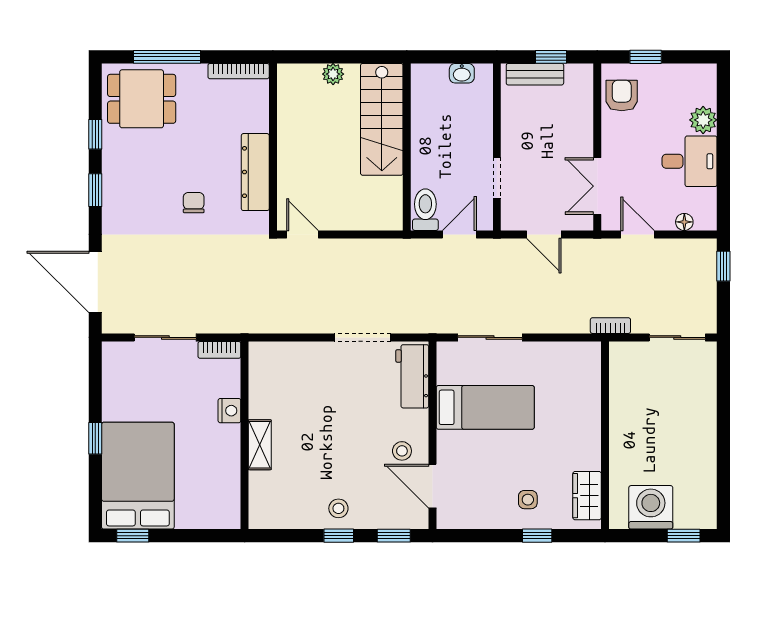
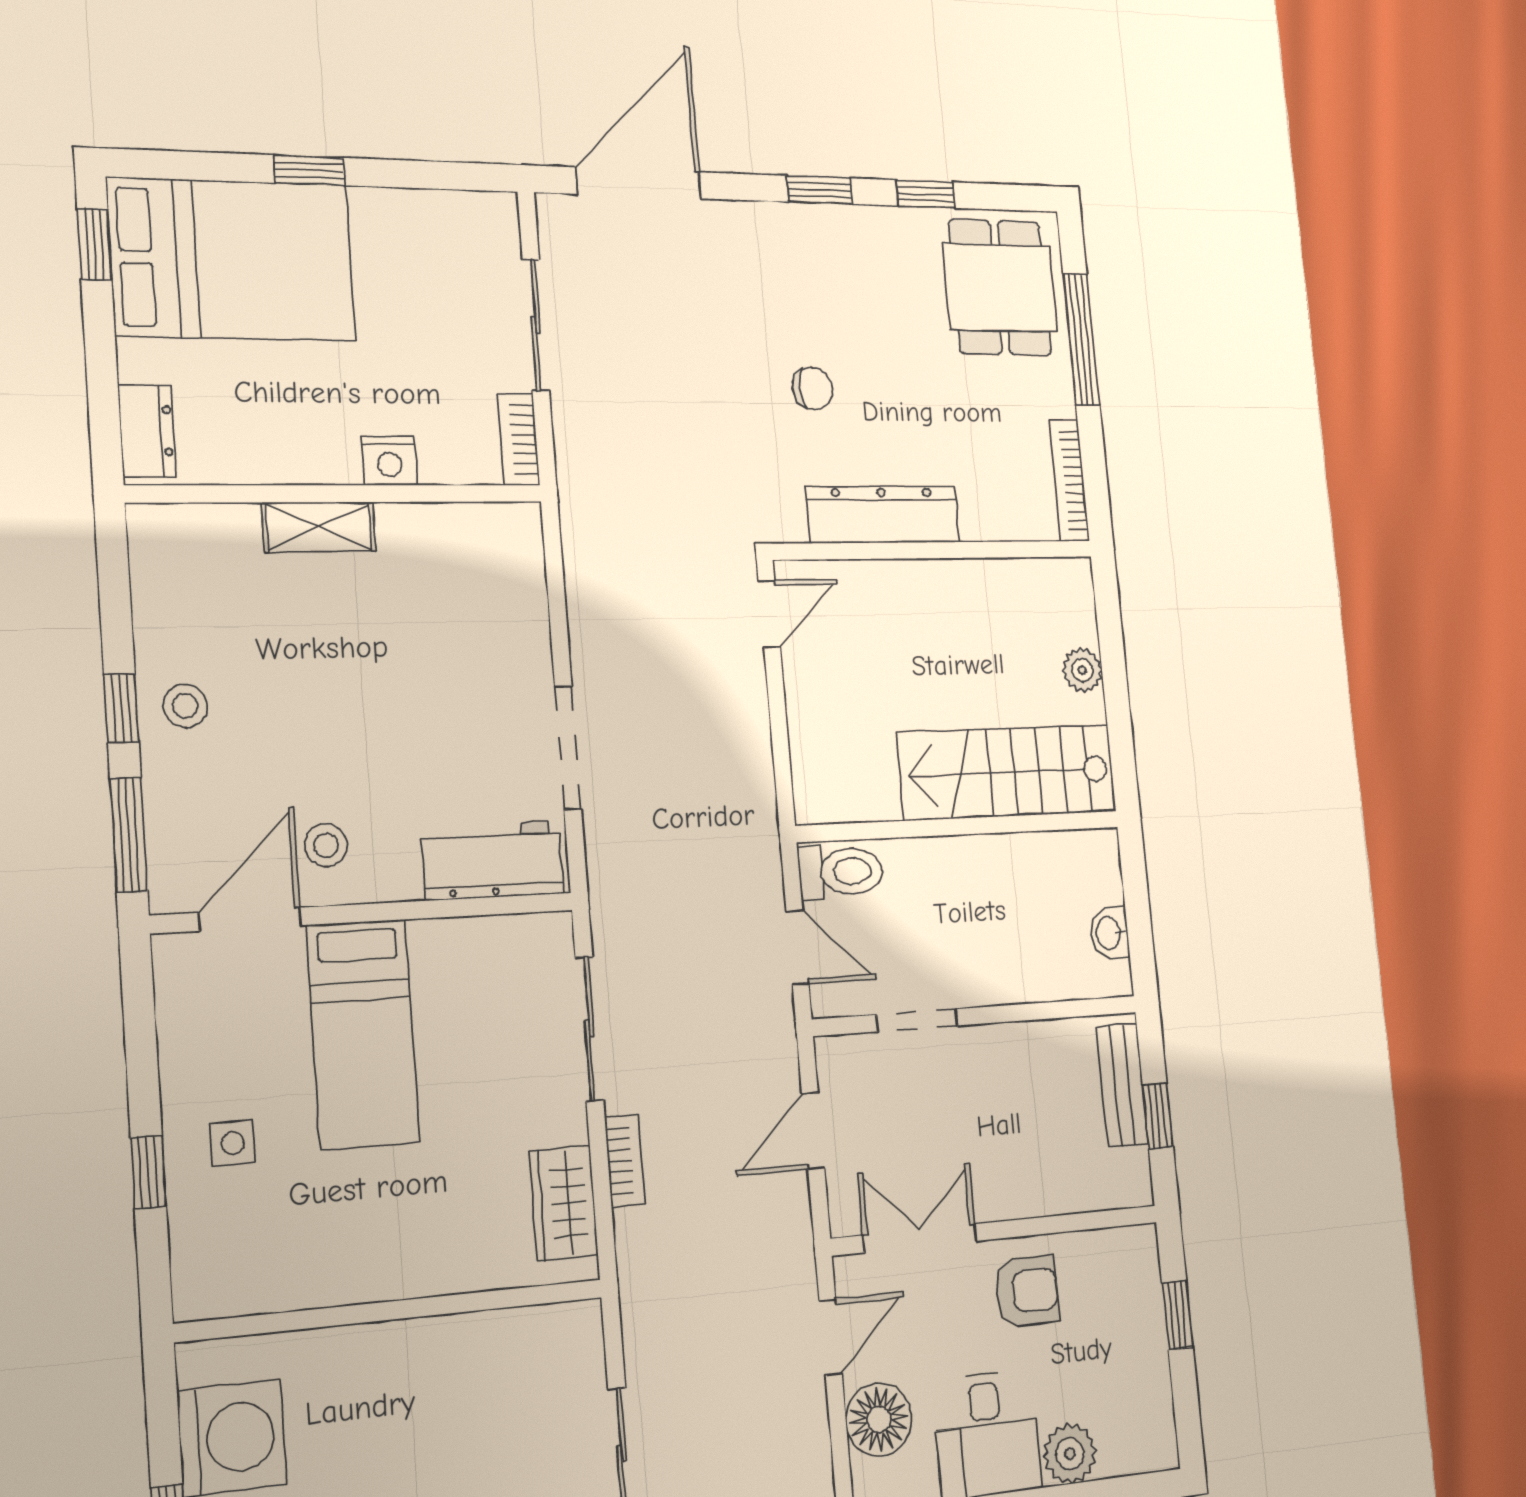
armchair: (622, 96) -> (1027, 1291), moved
floor lamp: (684, 222) -> (879, 1419), width x1.89, depth x1.89
bookcase: (610, 326) -> (625, 1161), moved
bed: (485, 407) -> (363, 1034), moved
wardrobe: (587, 496) -> (564, 1203), moved, turned -90
dresser: (216, 518) -> (147, 431), added
window: (394, 536) -> (129, 835), width x1.50

